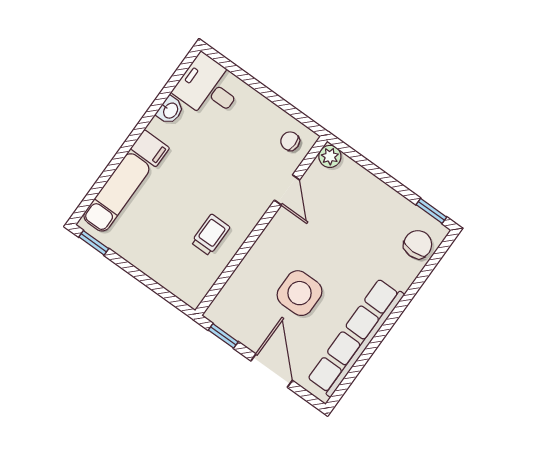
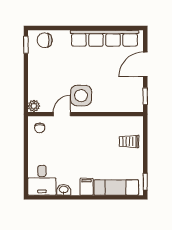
trolley: (210, 235) -> (129, 142), moved
side table: (299, 293) -> (81, 96), moved

